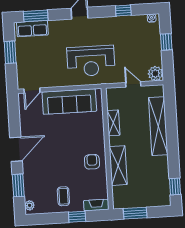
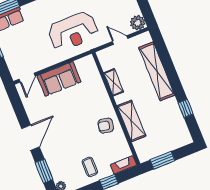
sofa: (69, 102) -> (59, 79), width x0.73
armchair: (92, 162) -> (106, 126), turned -79
window: (175, 186) -> (186, 108), moved

